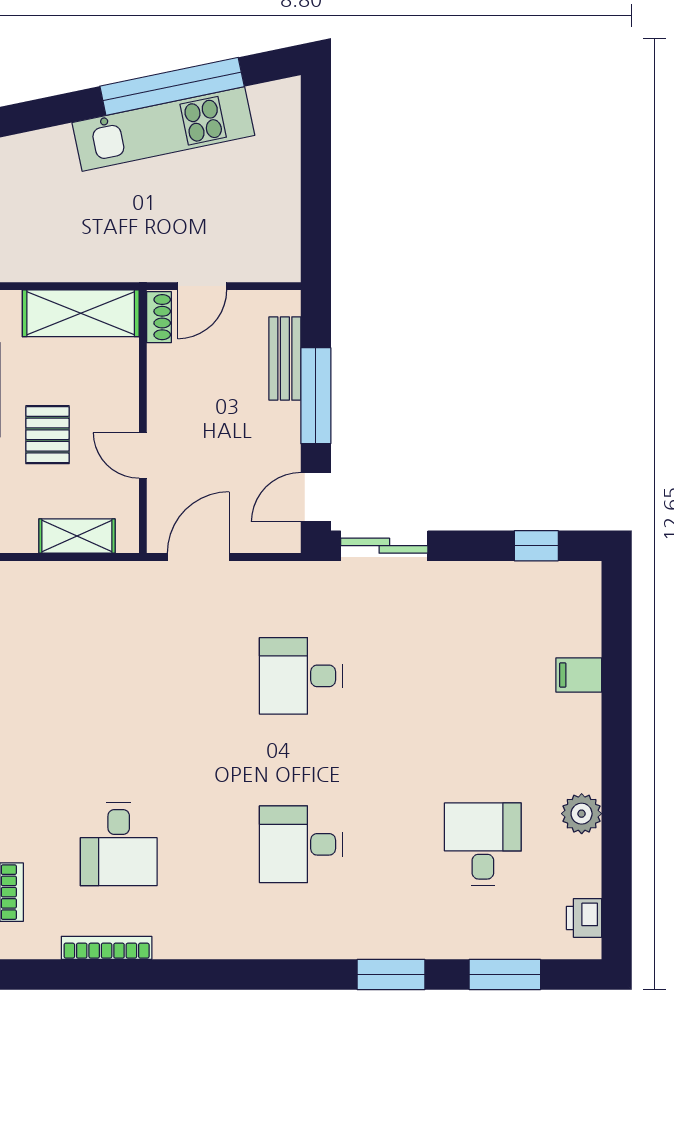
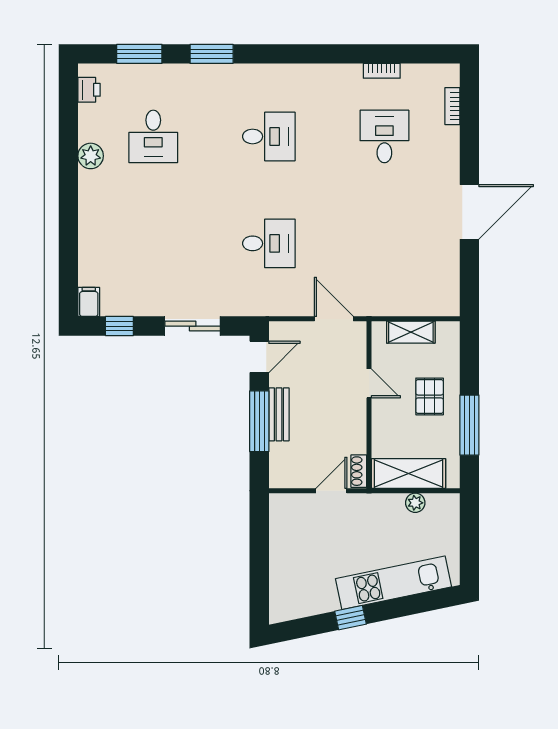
window: (172, 86) -> (351, 618), width x0.32
kitchen unit: (163, 129) -> (393, 583), moved
plant: (70, 267) -> (415, 503), added
bench: (285, 359) -> (279, 414), moved
sliding door: (384, 546) -> (193, 326), moved
door: (198, 557) -> (334, 319), swing flipped
filing cabinet: (579, 675) -> (89, 302), moved, turned -90
bookcase: (107, 948) -> (382, 71), width x0.64

